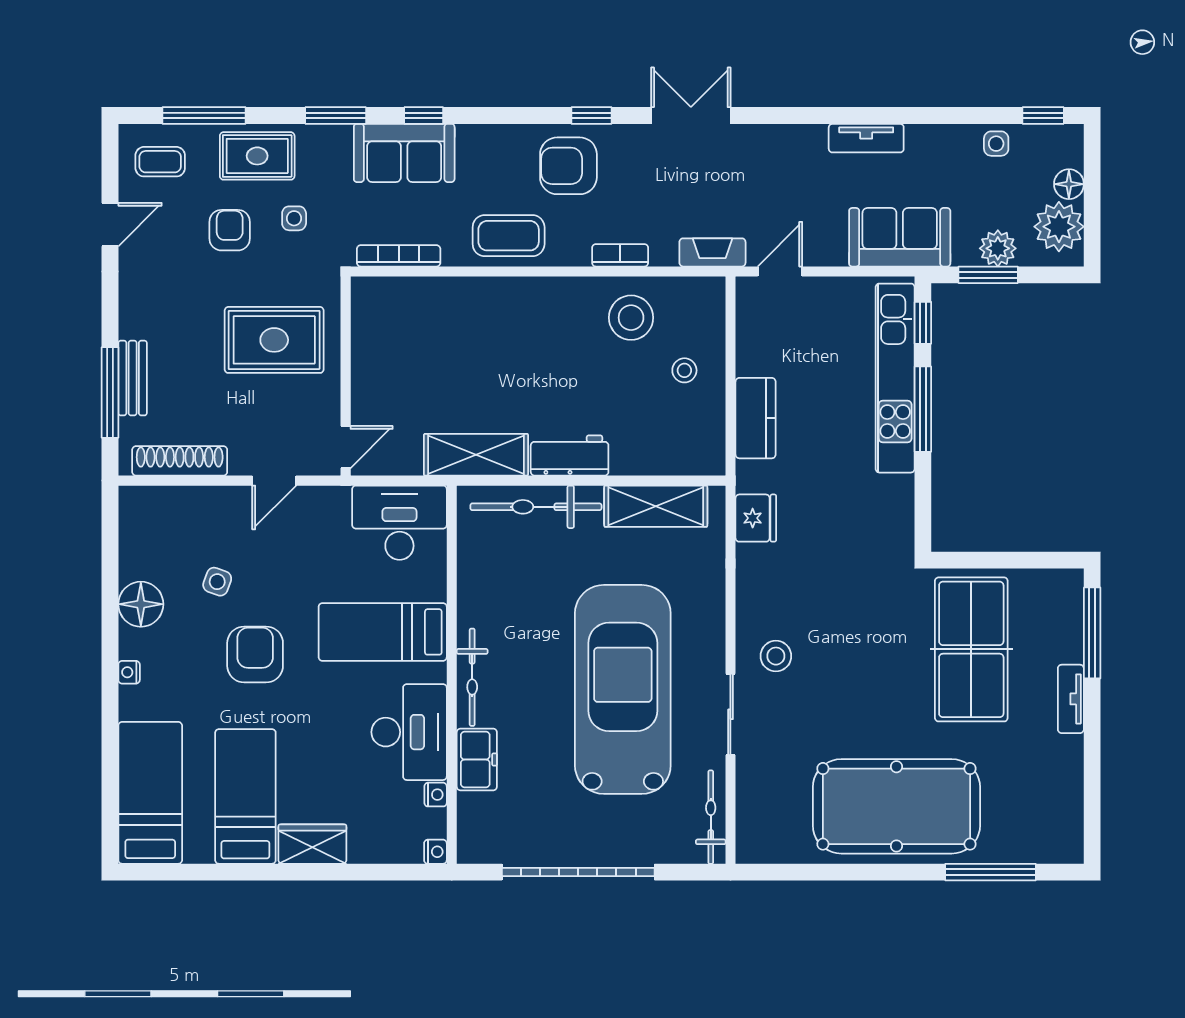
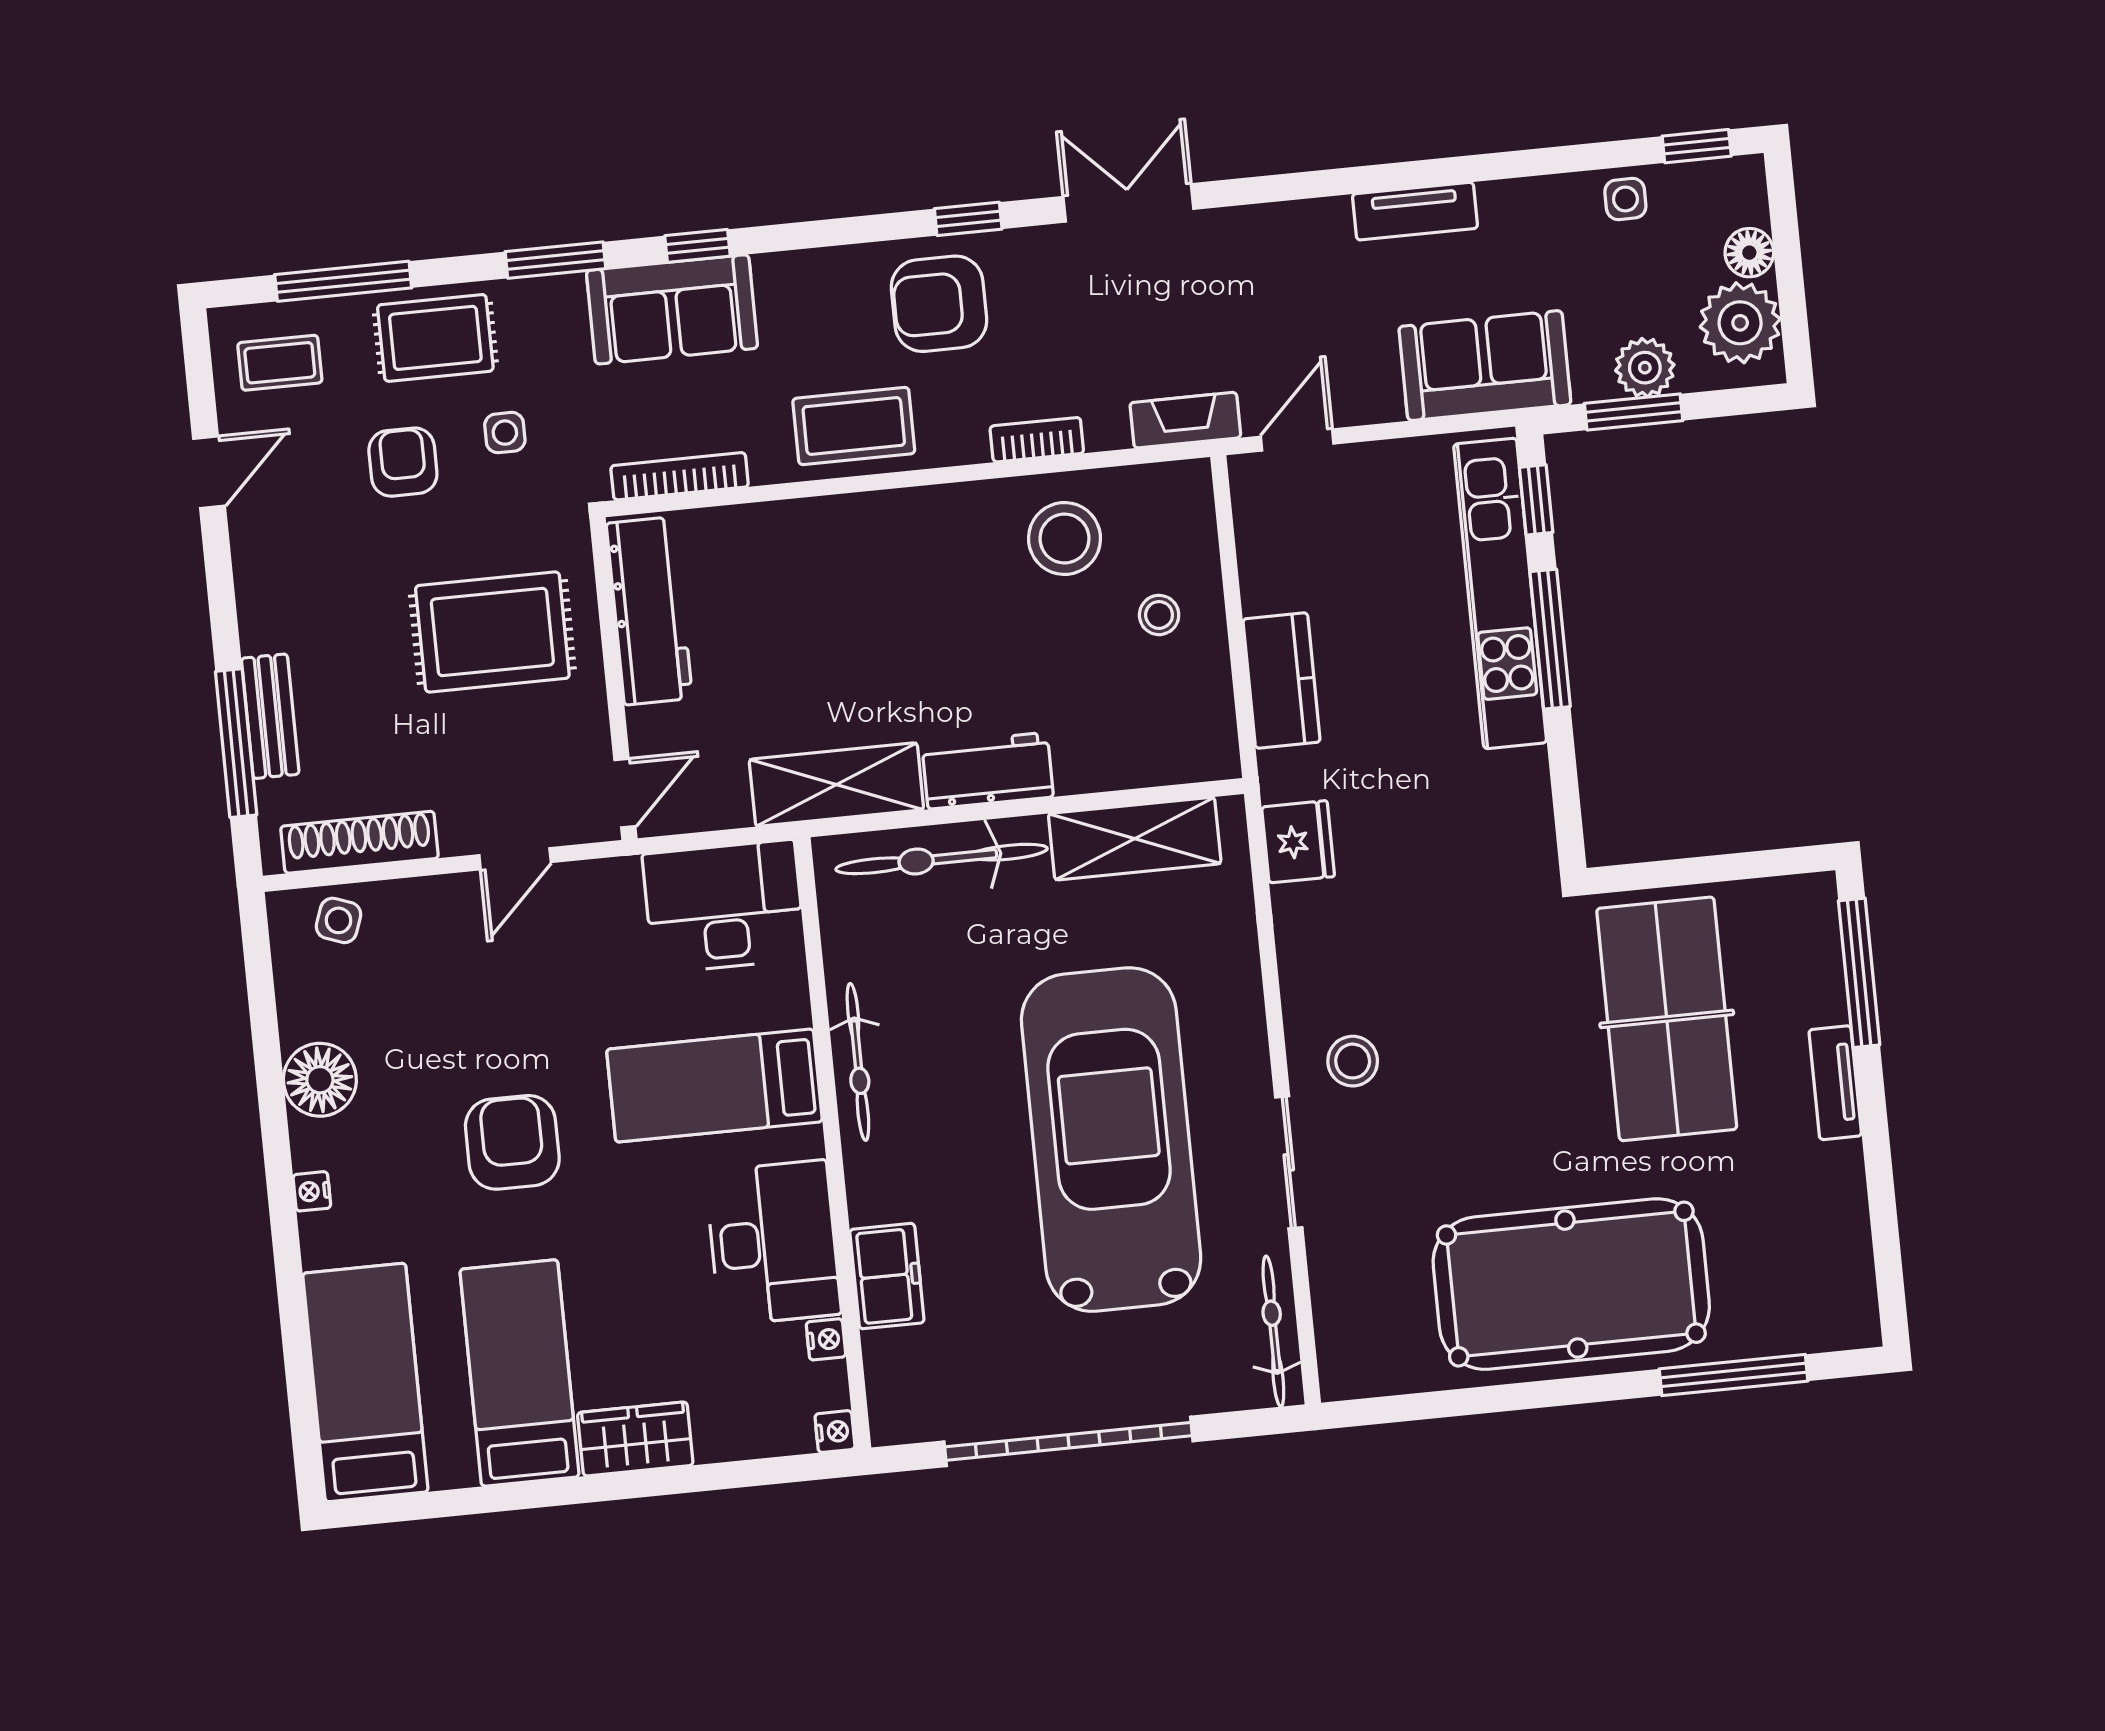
workbench: (372, 337) -> (649, 611), added
side table: (217, 582) -> (339, 920), moved
bicycle: (472, 677) -> (858, 1062), moved

